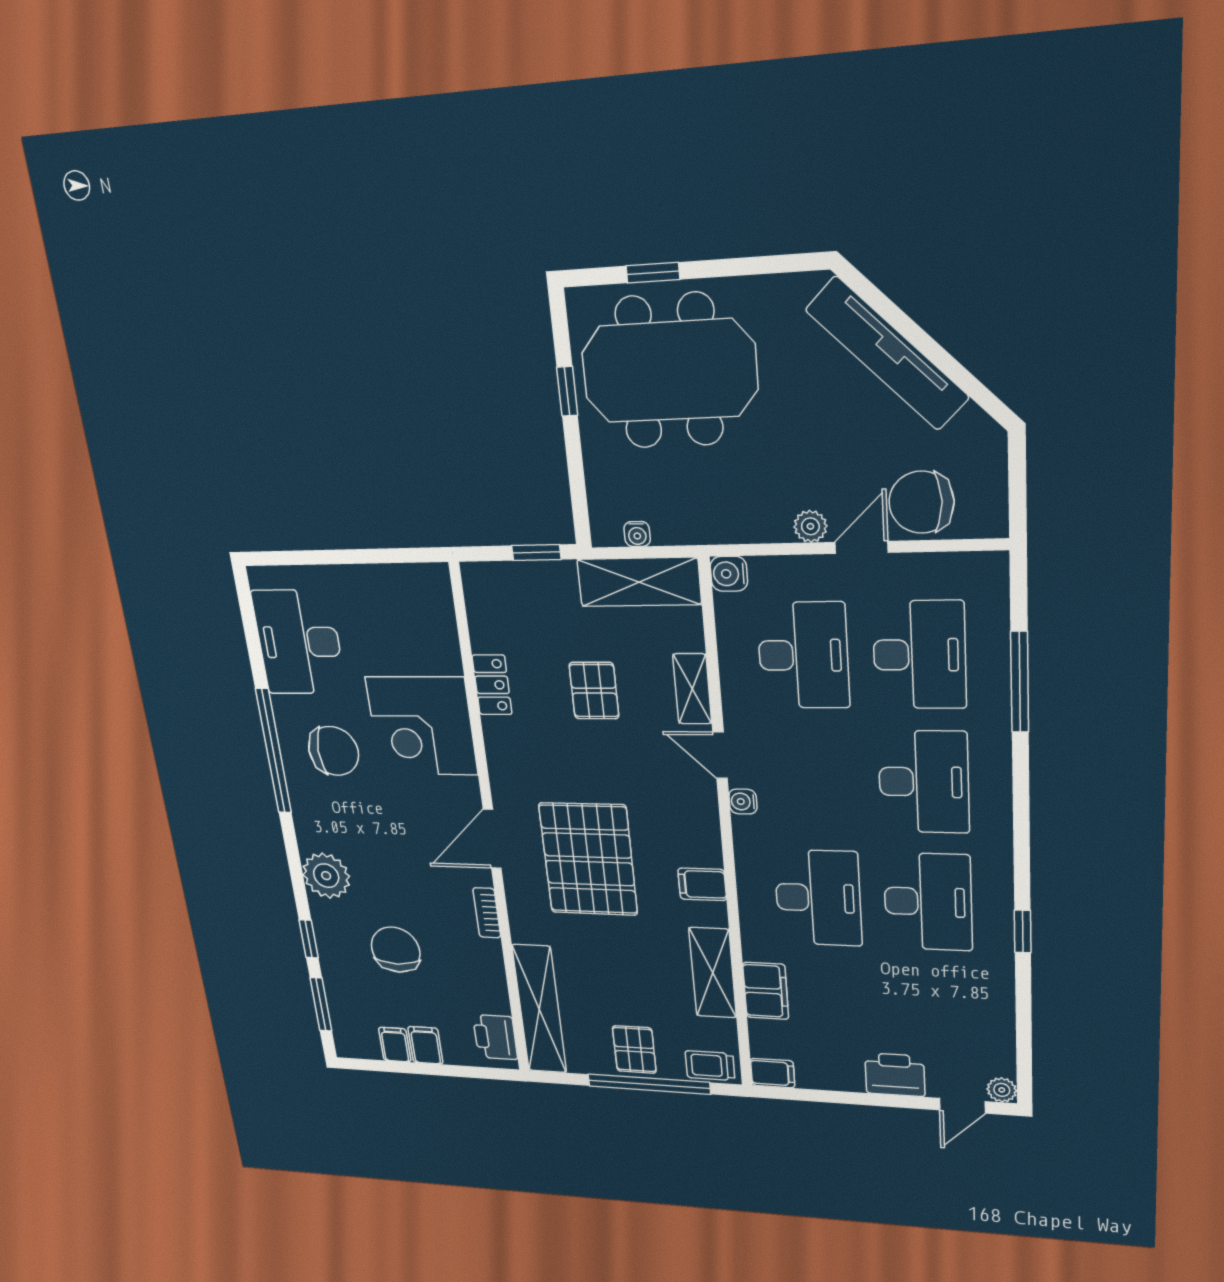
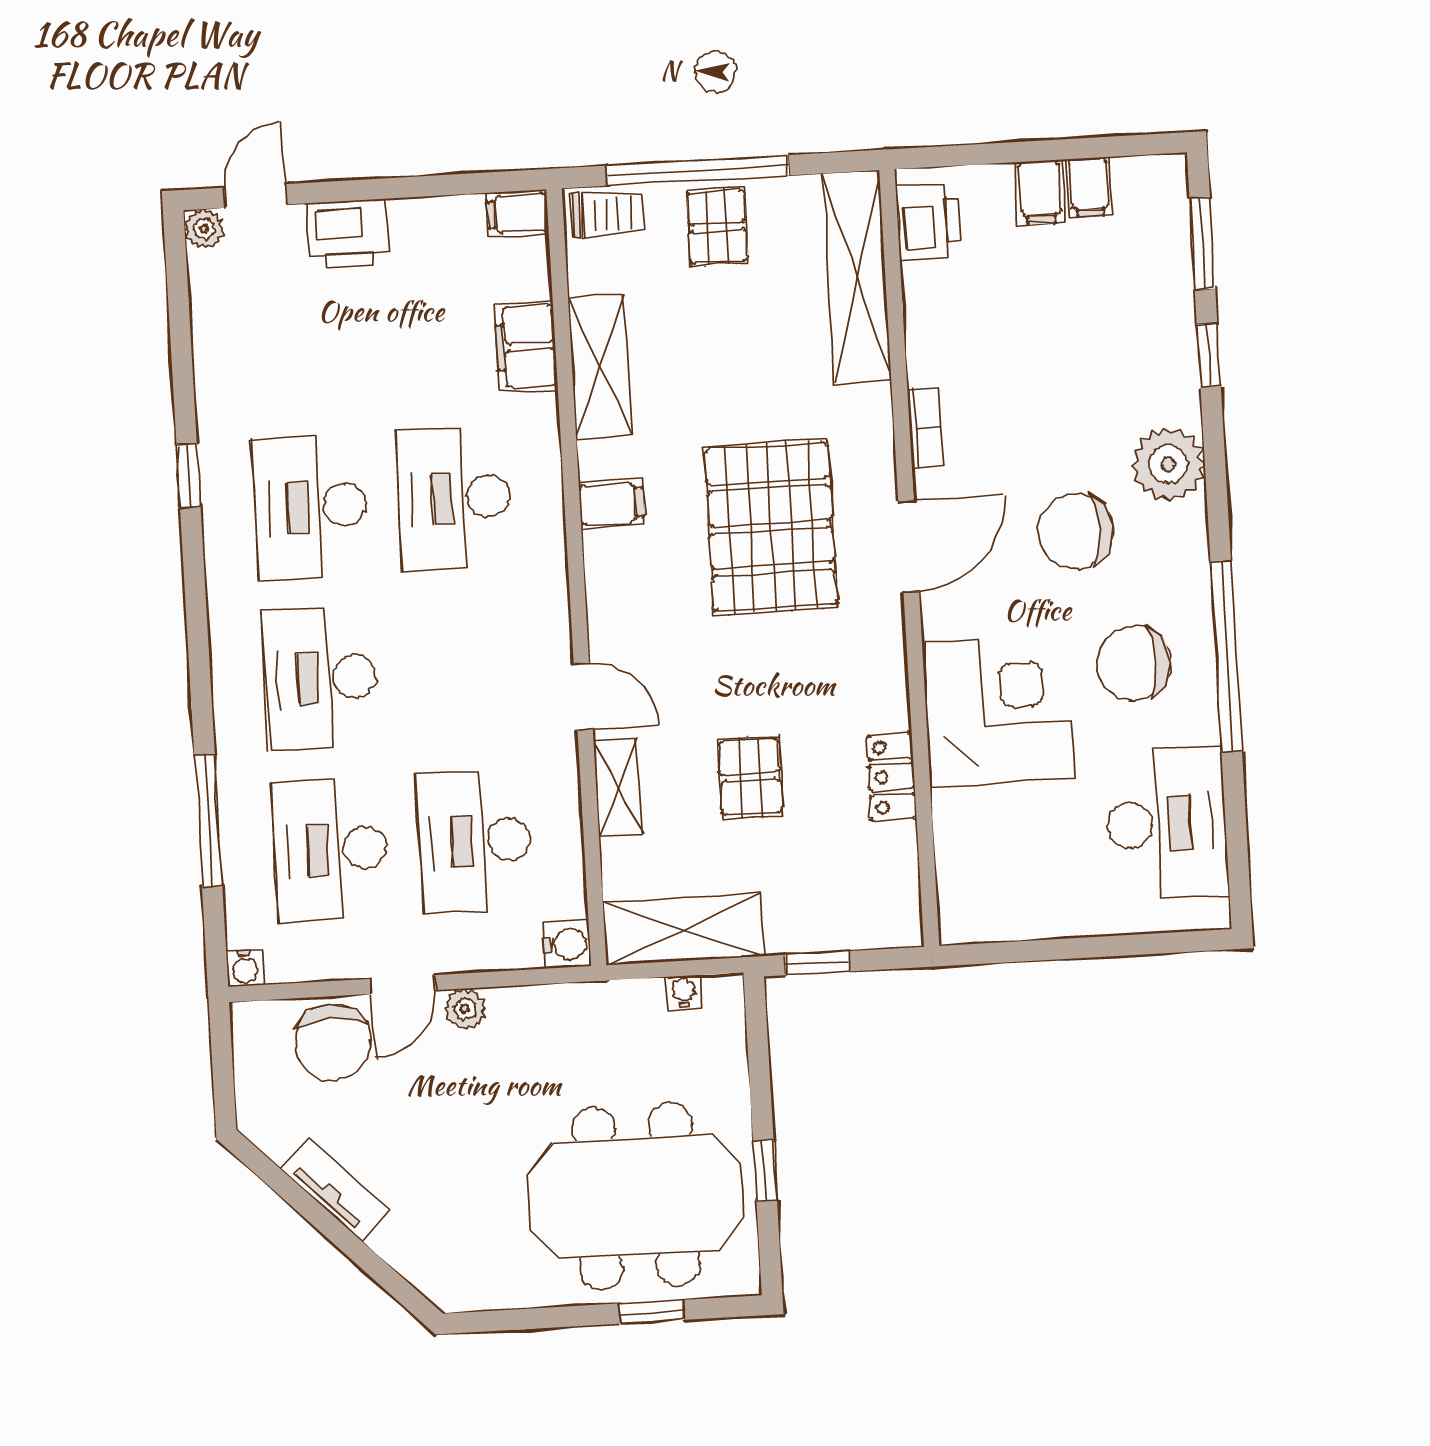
tv unit: (887, 354) -> (335, 1189), width x0.52, depth x0.78
chair: (921, 502) -> (332, 1043), turned 90
water cooler: (743, 802) -> (245, 968), moved, turned 90
chair: (396, 950) -> (1076, 531), moved, turned 90

